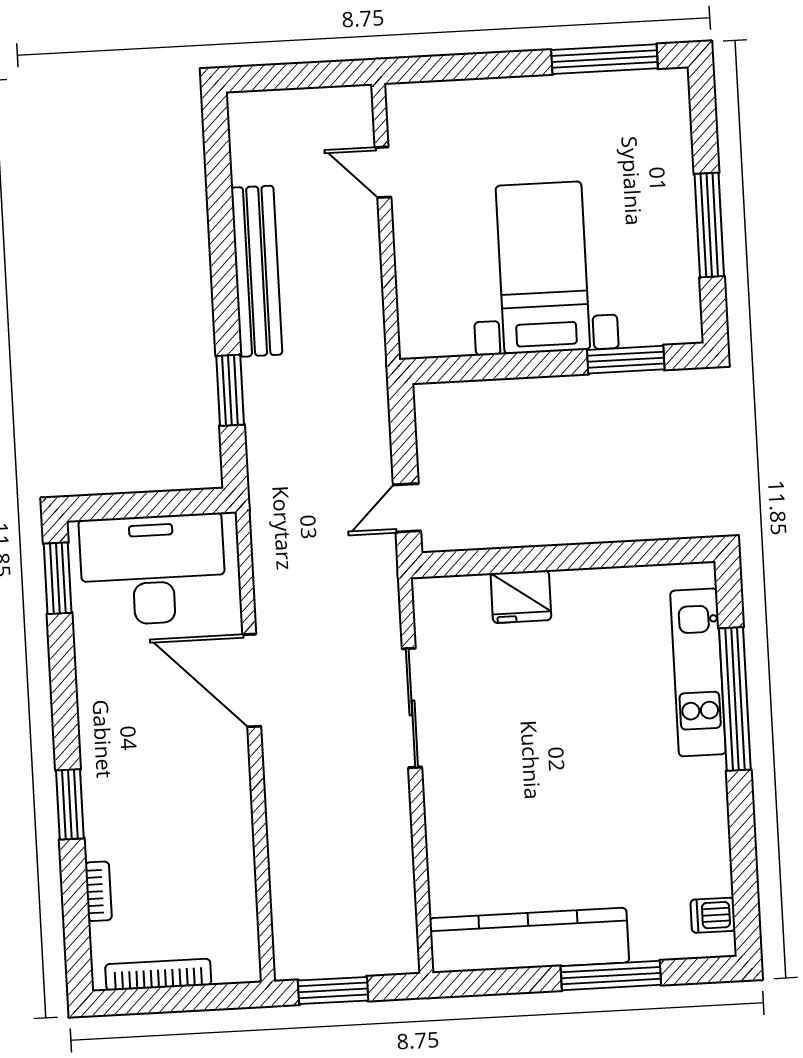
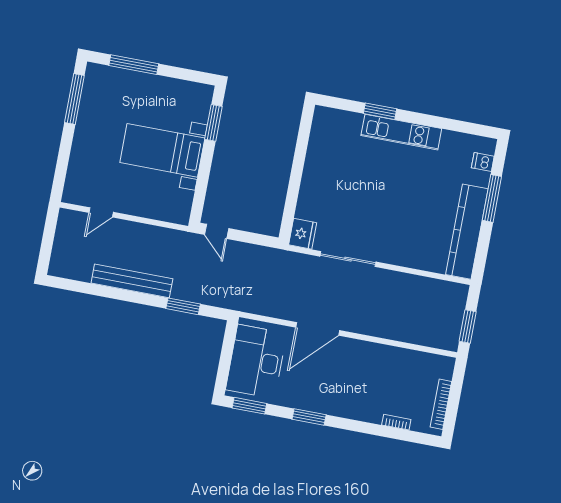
window: (709, 225) -> (134, 65), moved
door: (407, 508) -> (217, 231), moved
fridge: (521, 597) -> (303, 234), moved
kitchen unit: (698, 672) -> (401, 132), moved
window: (735, 699) -> (380, 111), width x0.47
window: (70, 804) -> (309, 417), moved
dishwasher: (713, 915) -> (483, 162), moved, turned 90

